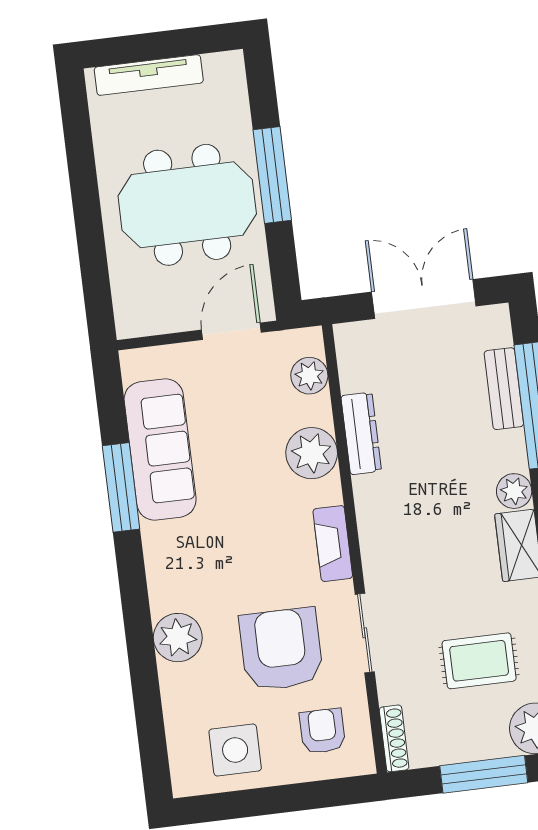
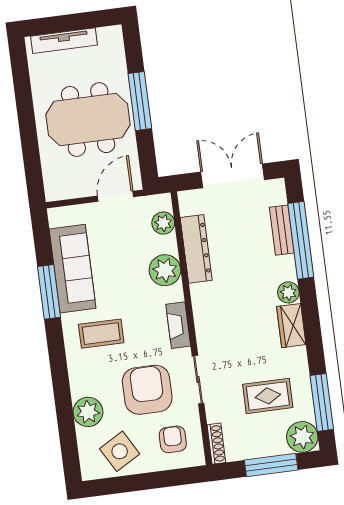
dresser: (361, 433) -> (196, 249), width x1.37, depth x1.24
coffee table: (206, 556) -> (101, 334), added
plant: (178, 638) -> (88, 412), moved
side table: (235, 750) -> (120, 451), turned -30

